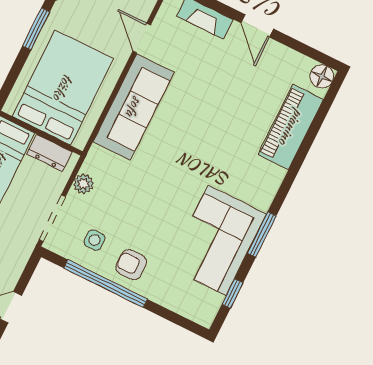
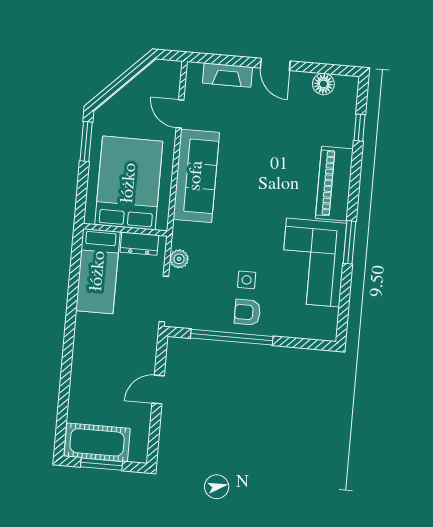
floor lamp: (322, 76) -> (323, 84), moved
piano: (291, 127) -> (334, 184), moved
side table: (95, 240) -> (247, 280), moved
window: (232, 293) -> (360, 128), moved

